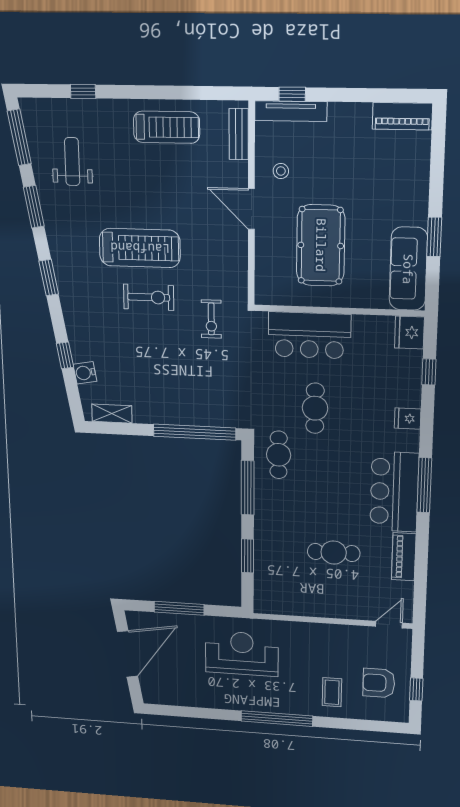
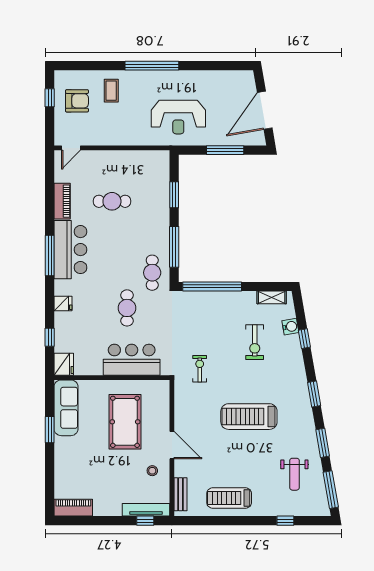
exercise bike: (149, 297) -> (255, 342), moved, turned -90

